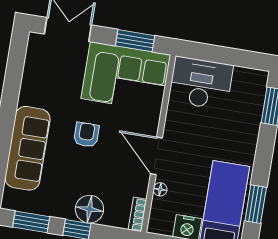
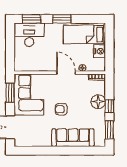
desk: (201, 83) -> (29, 35), moved, turned 90
door: (156, 156) -> (66, 73), swing flipped
window: (256, 204) -> (62, 19), moved

